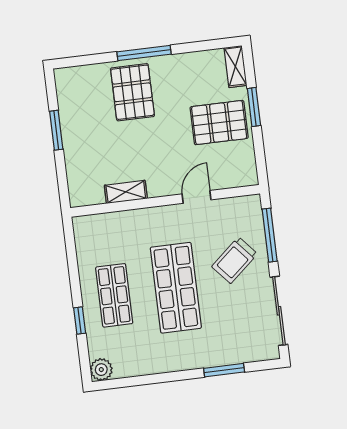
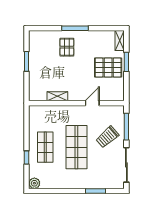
pallet: (132, 92) -> (67, 47), width x0.67, depth x0.71

